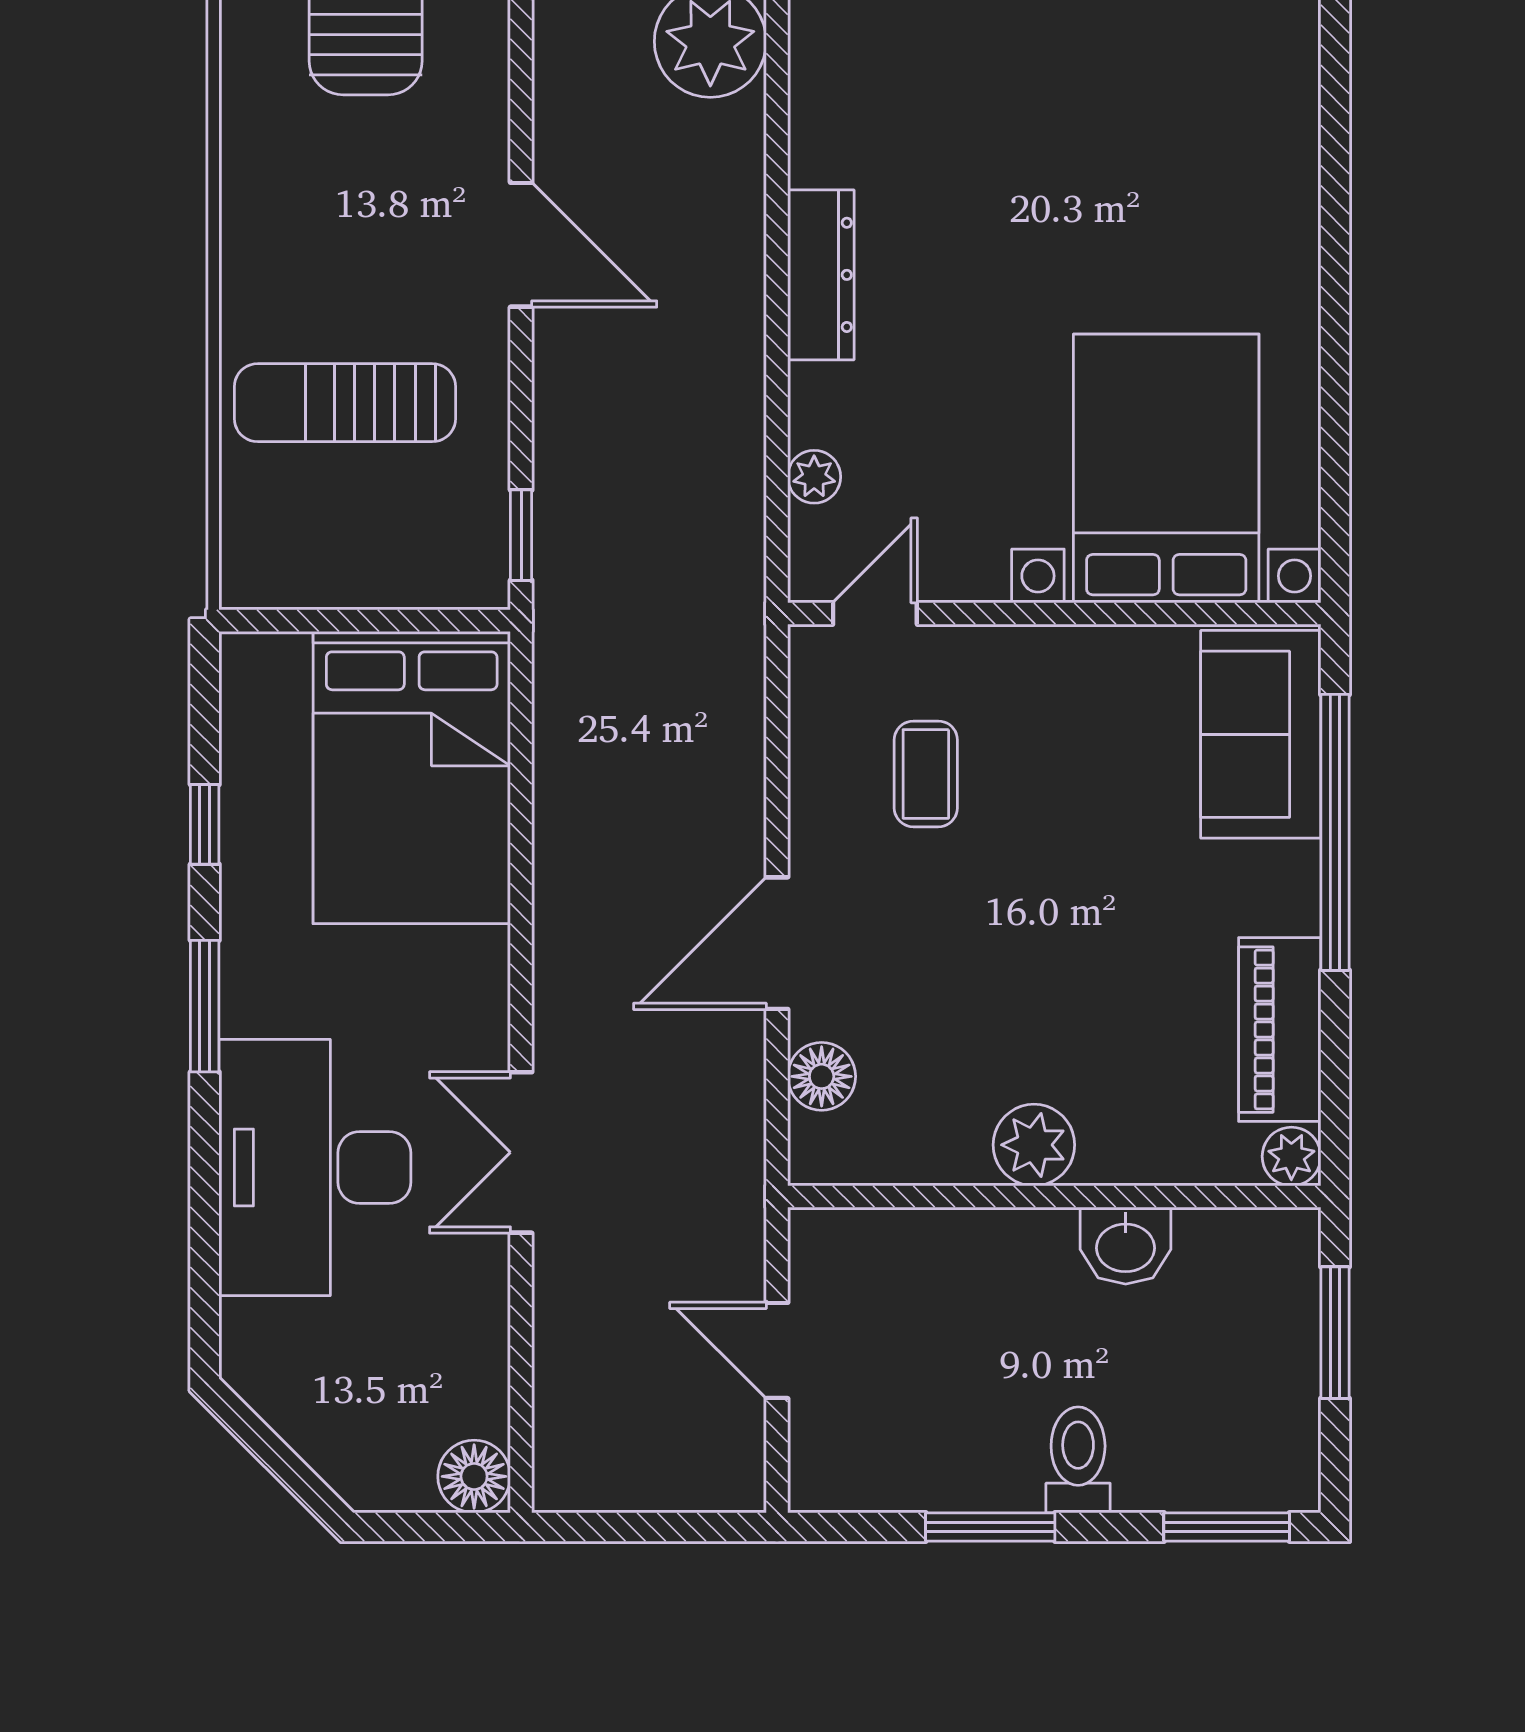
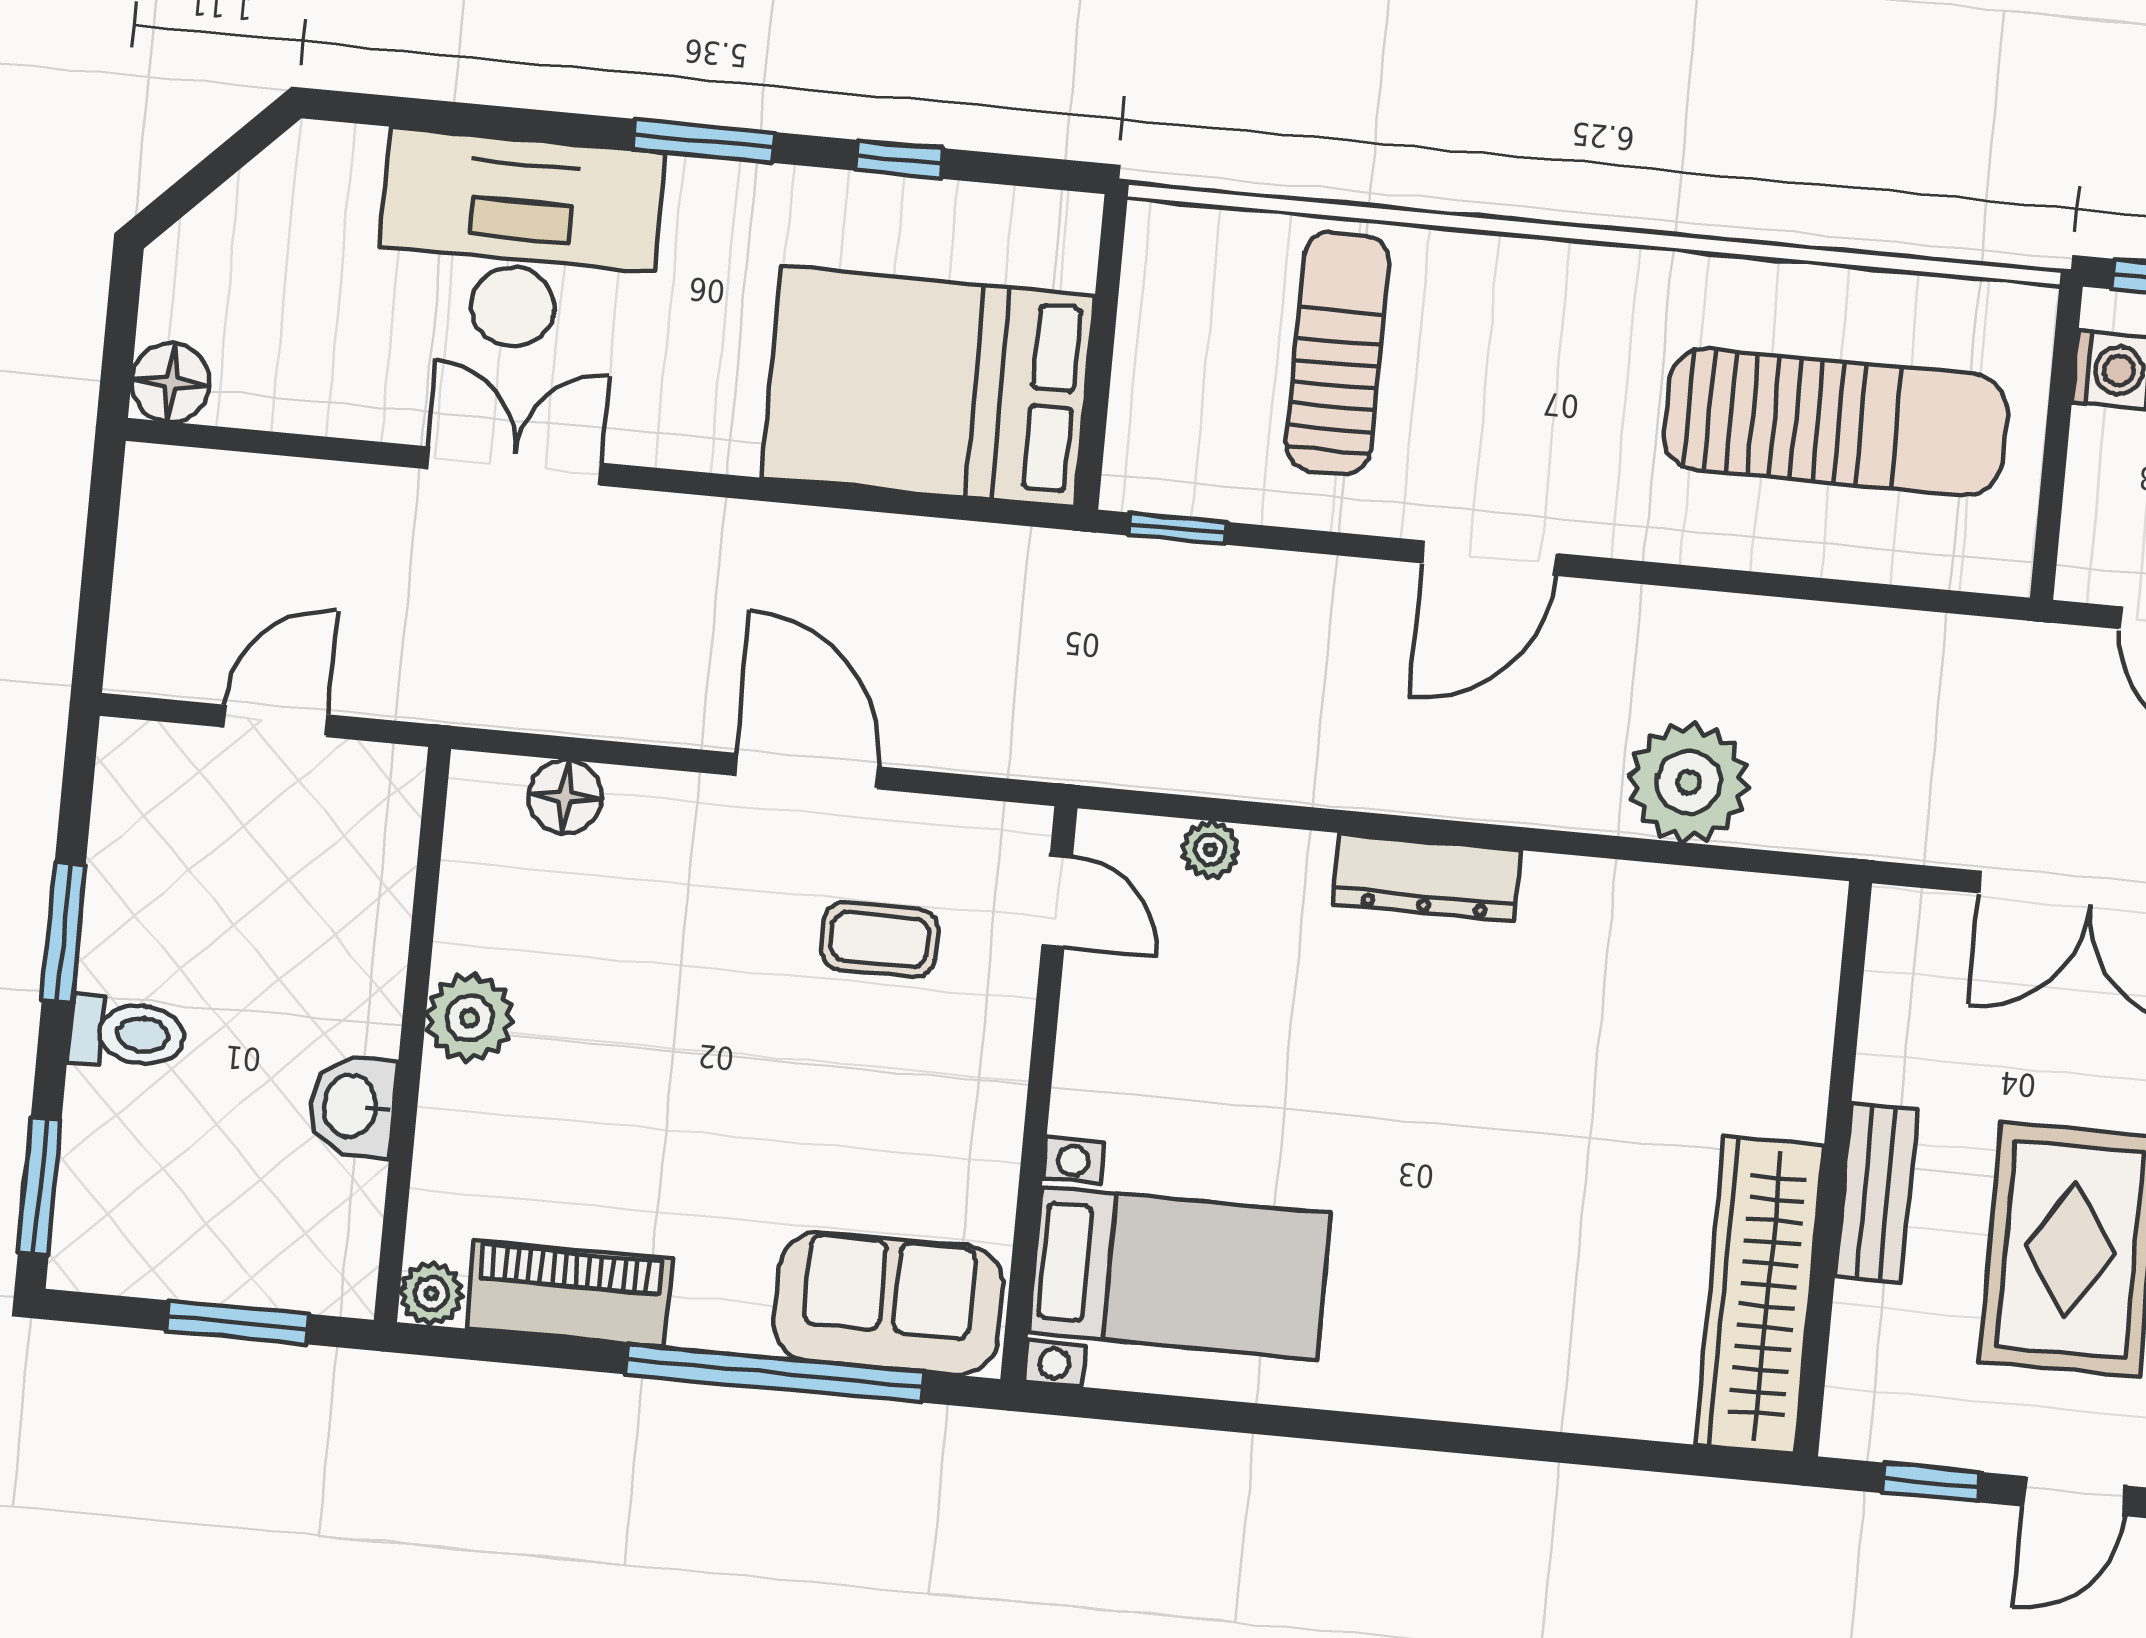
bed with nightstands: (1166, 468) -> (1179, 1273), width x0.73
door: (777, 943) -> (807, 771), moved

